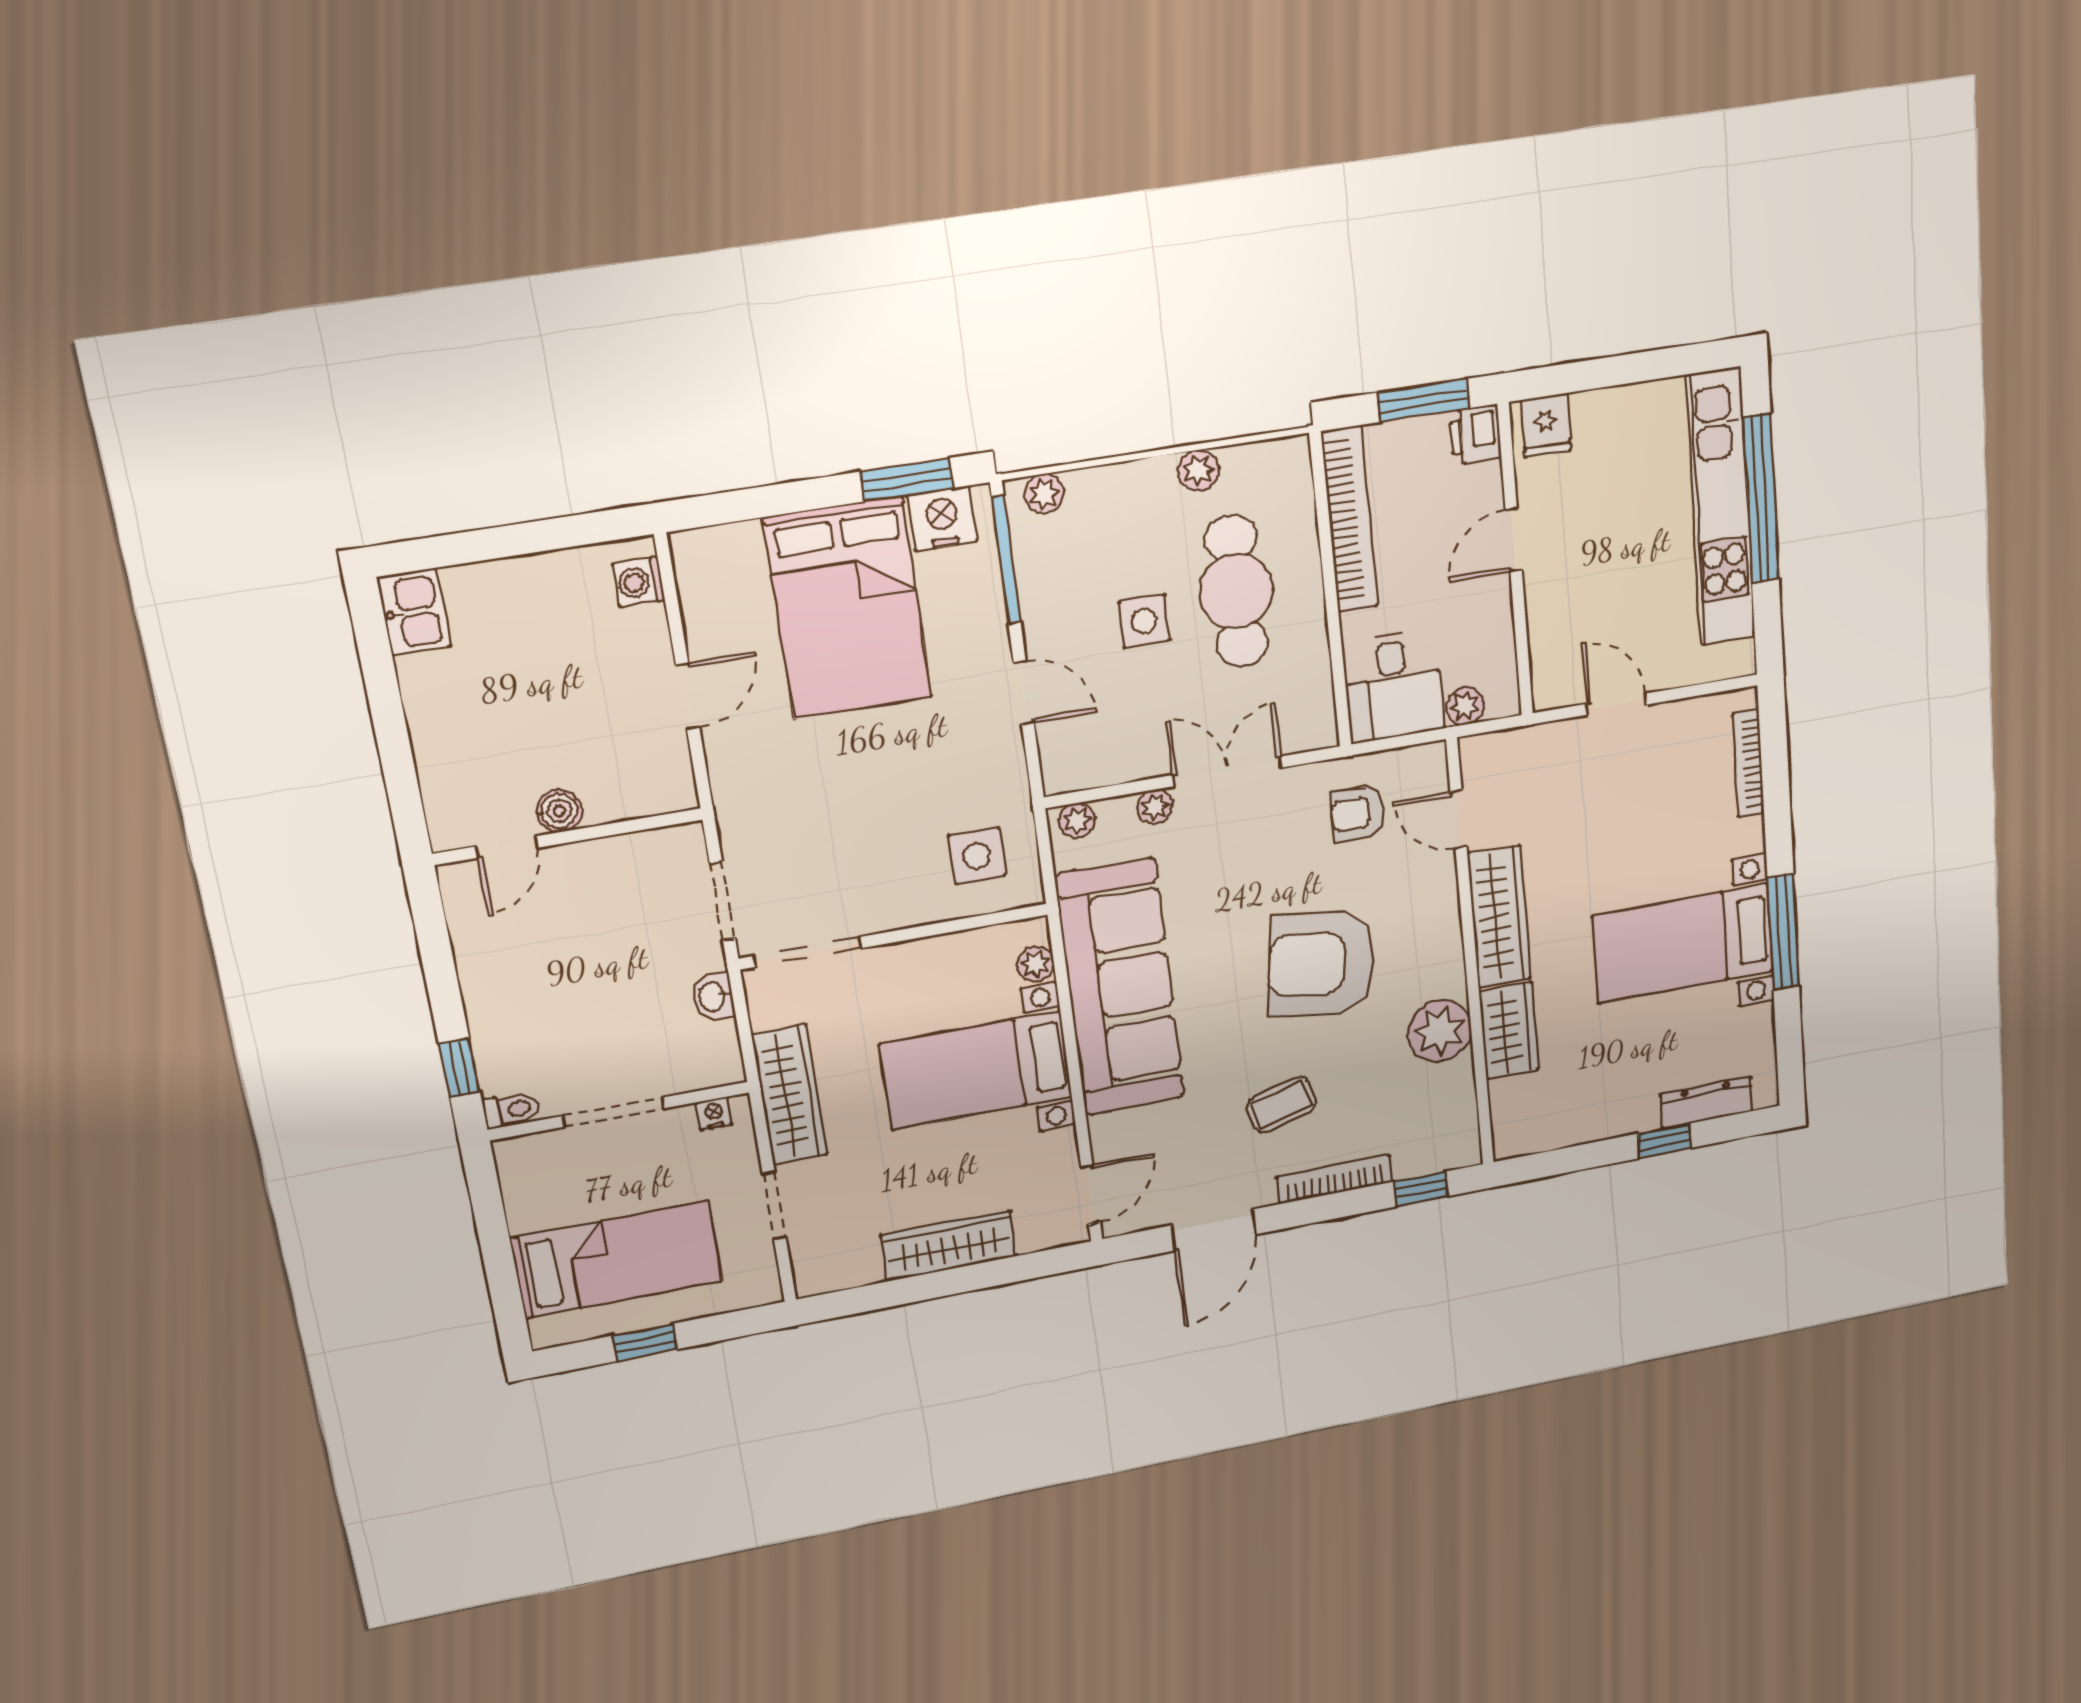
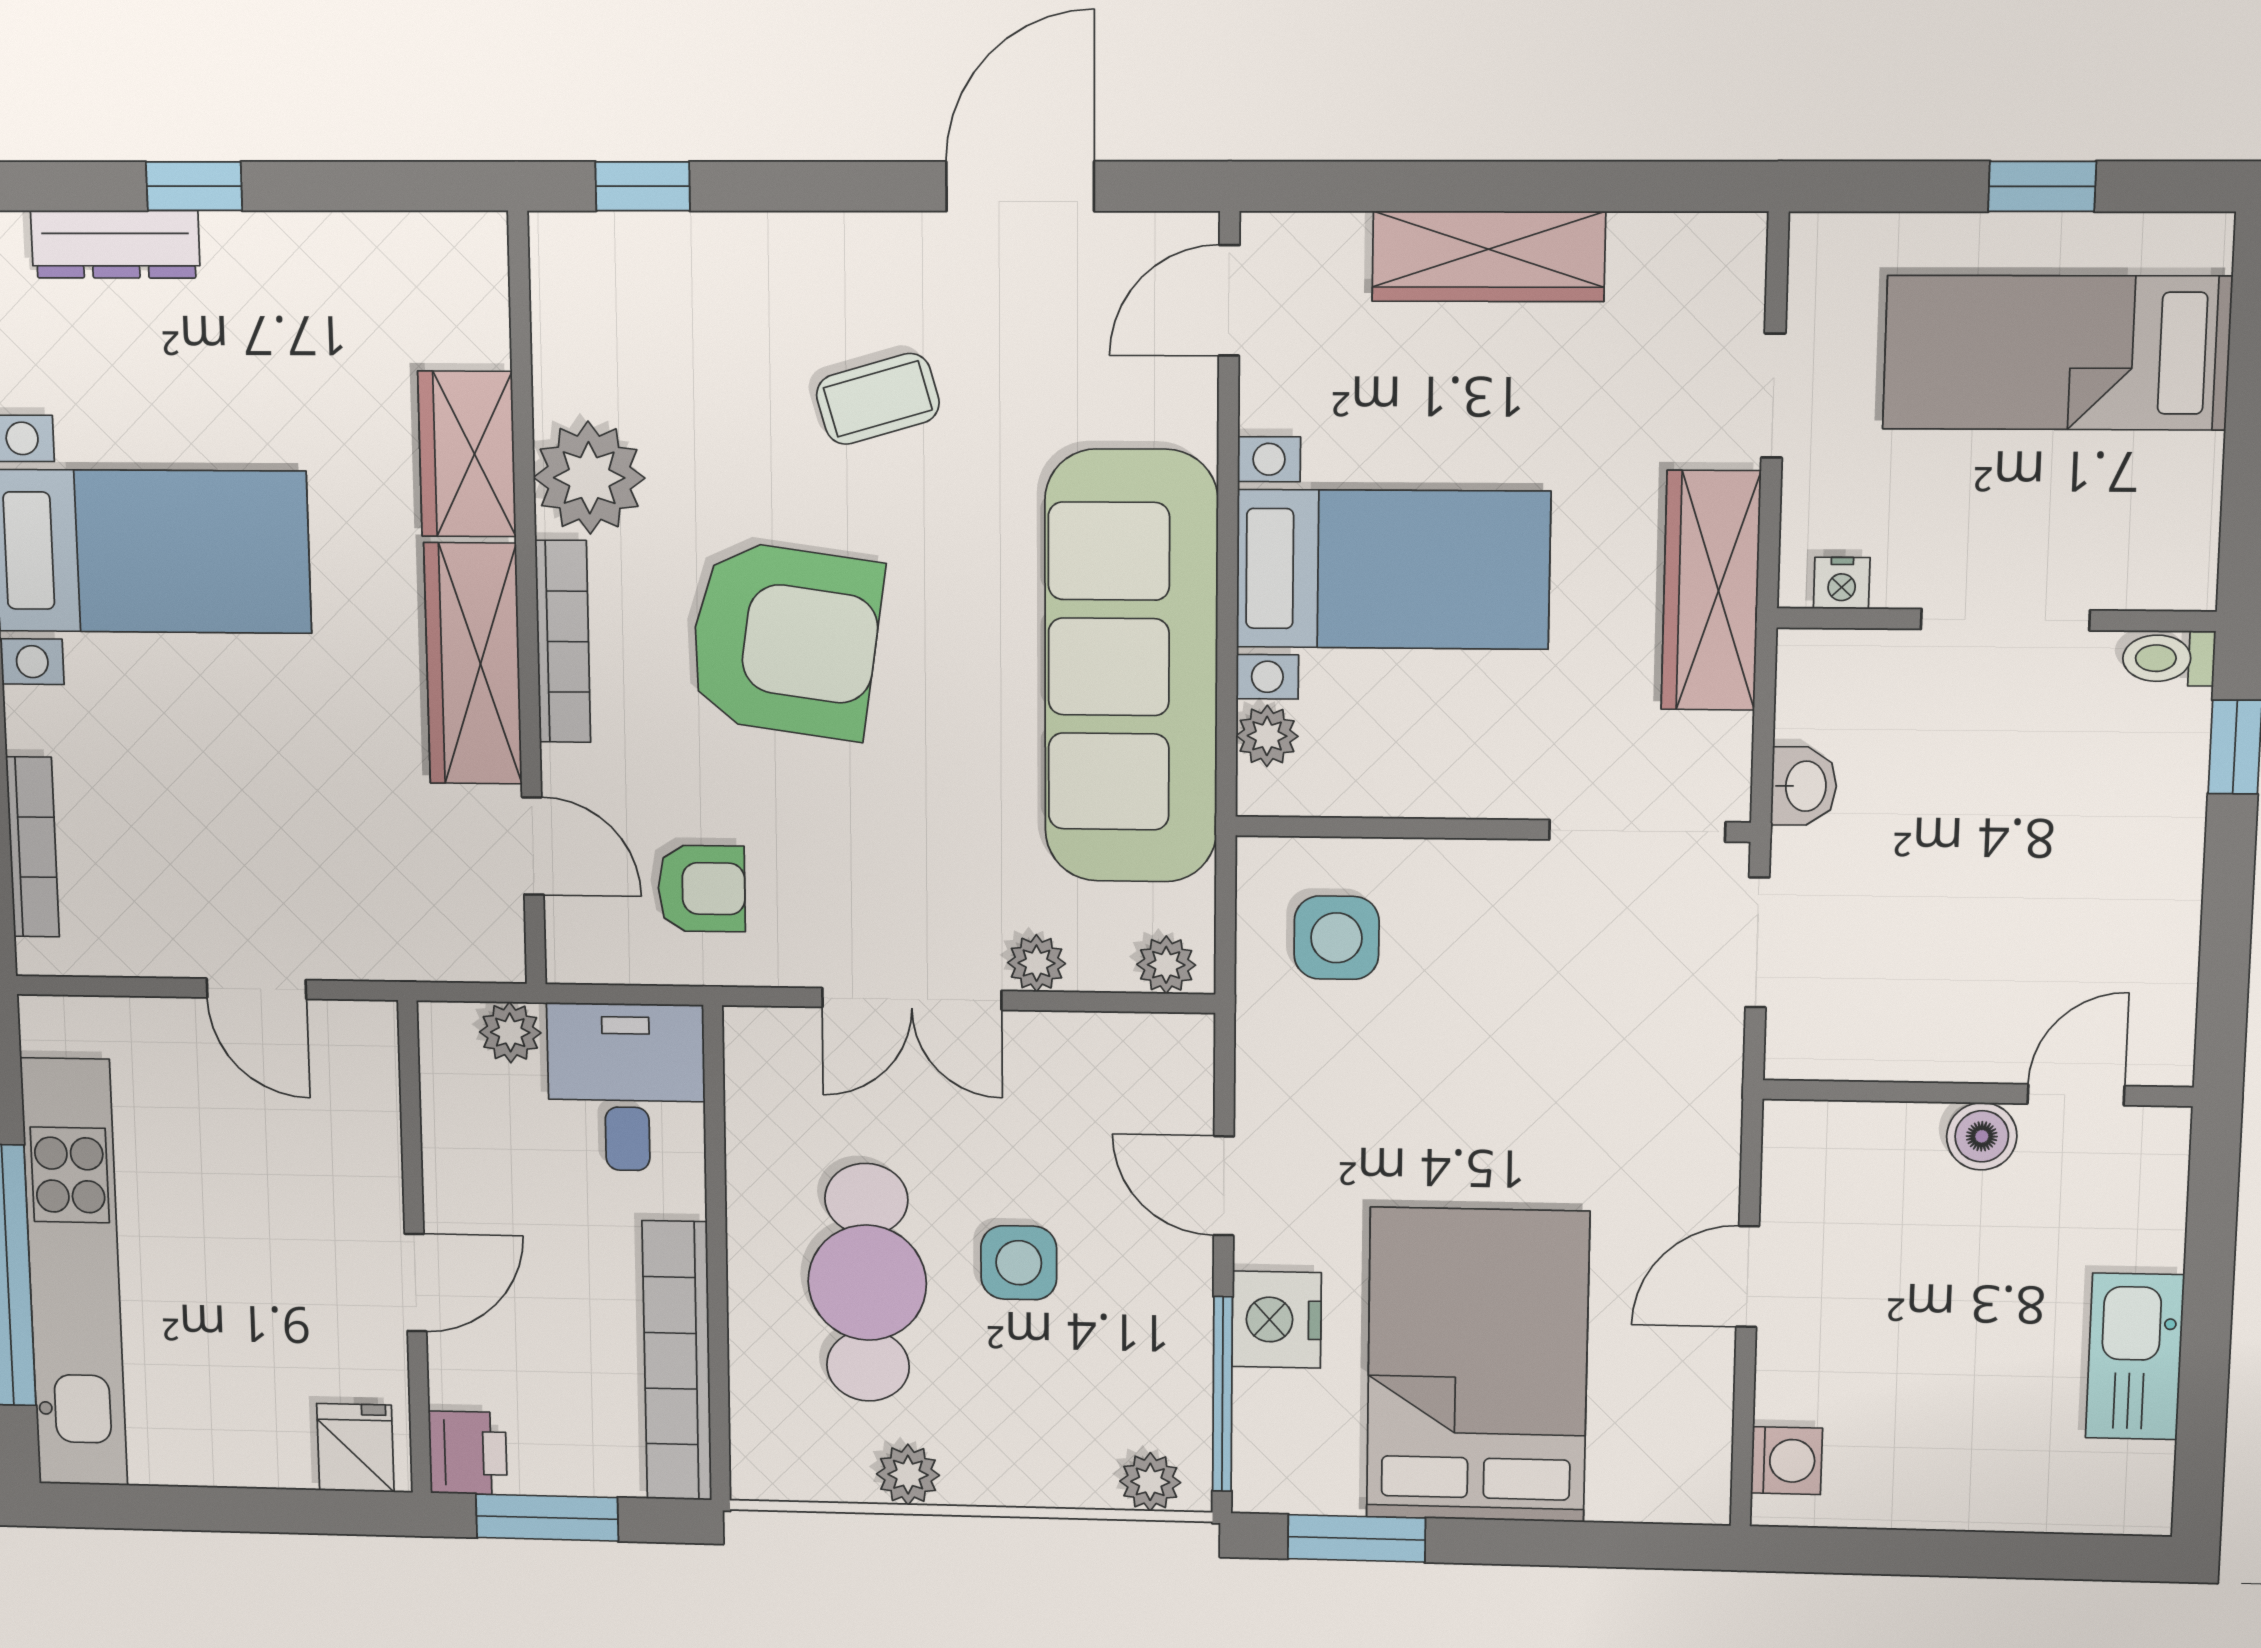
nightstand: (942, 518) -> (1277, 1320), moved, turned 90
kitchen sink: (414, 612) -> (2135, 1357), moved, width x1.38
bookcase: (1335, 1179) -> (563, 642), moved, turned -90

